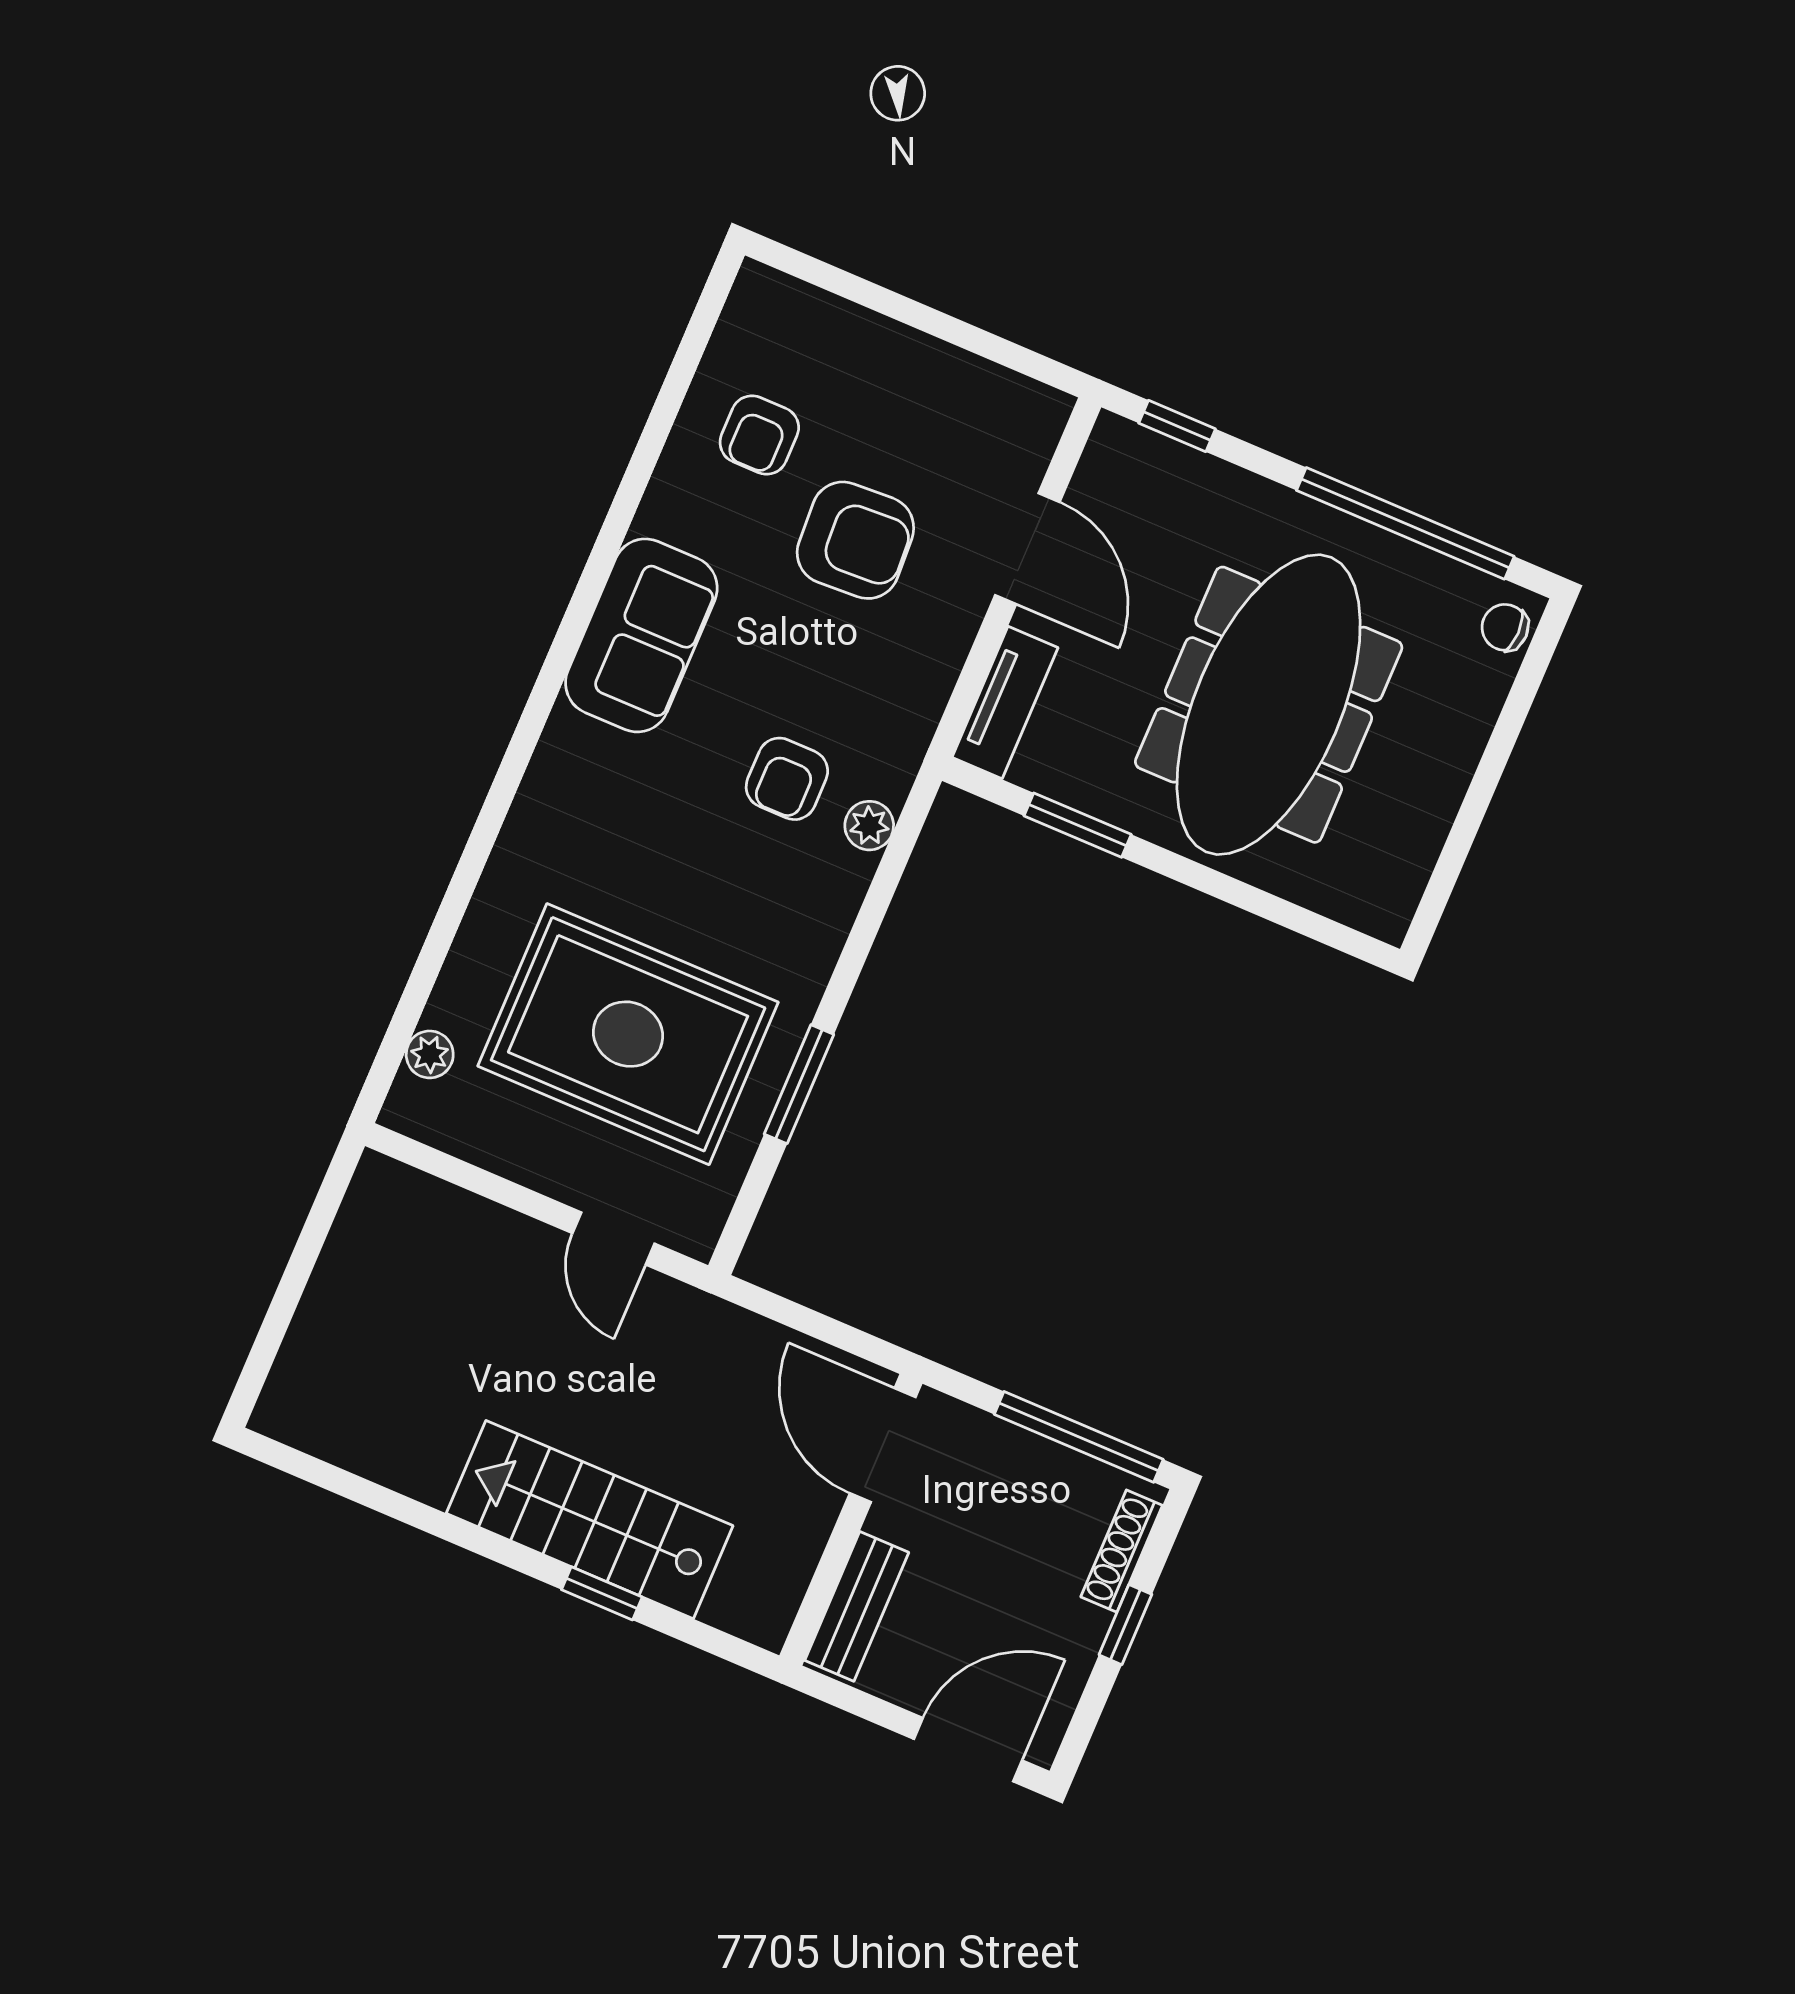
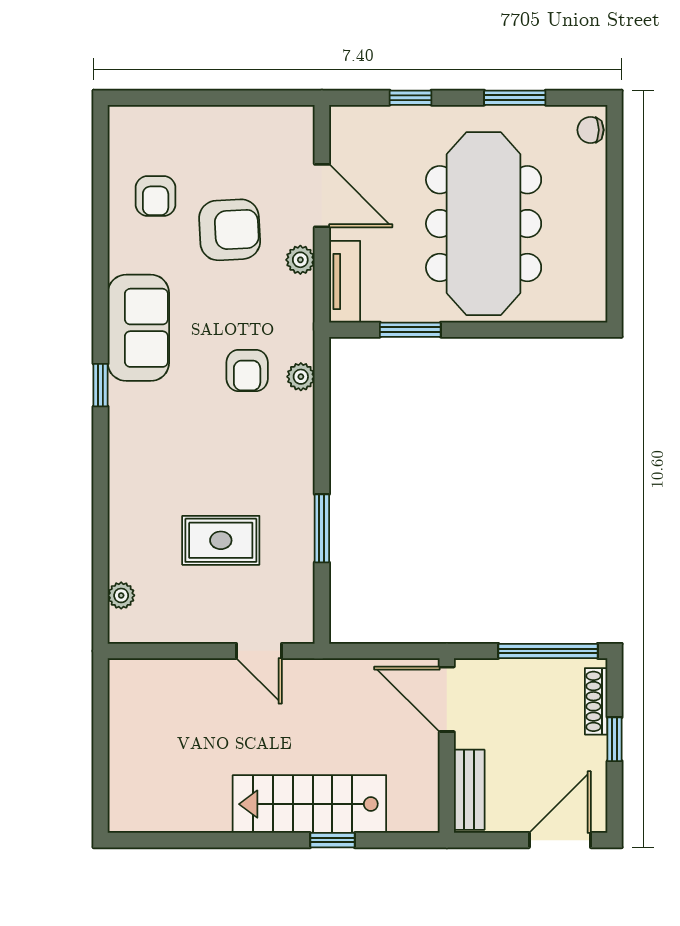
window: (1177, 426) -> (411, 98), moved
window: (1405, 523) -> (515, 98), width x0.47
plant: (949, 637) -> (300, 260), added
window: (541, 702) -> (101, 385), added
rug: (628, 1034) -> (221, 540), width x0.54, depth x0.49

